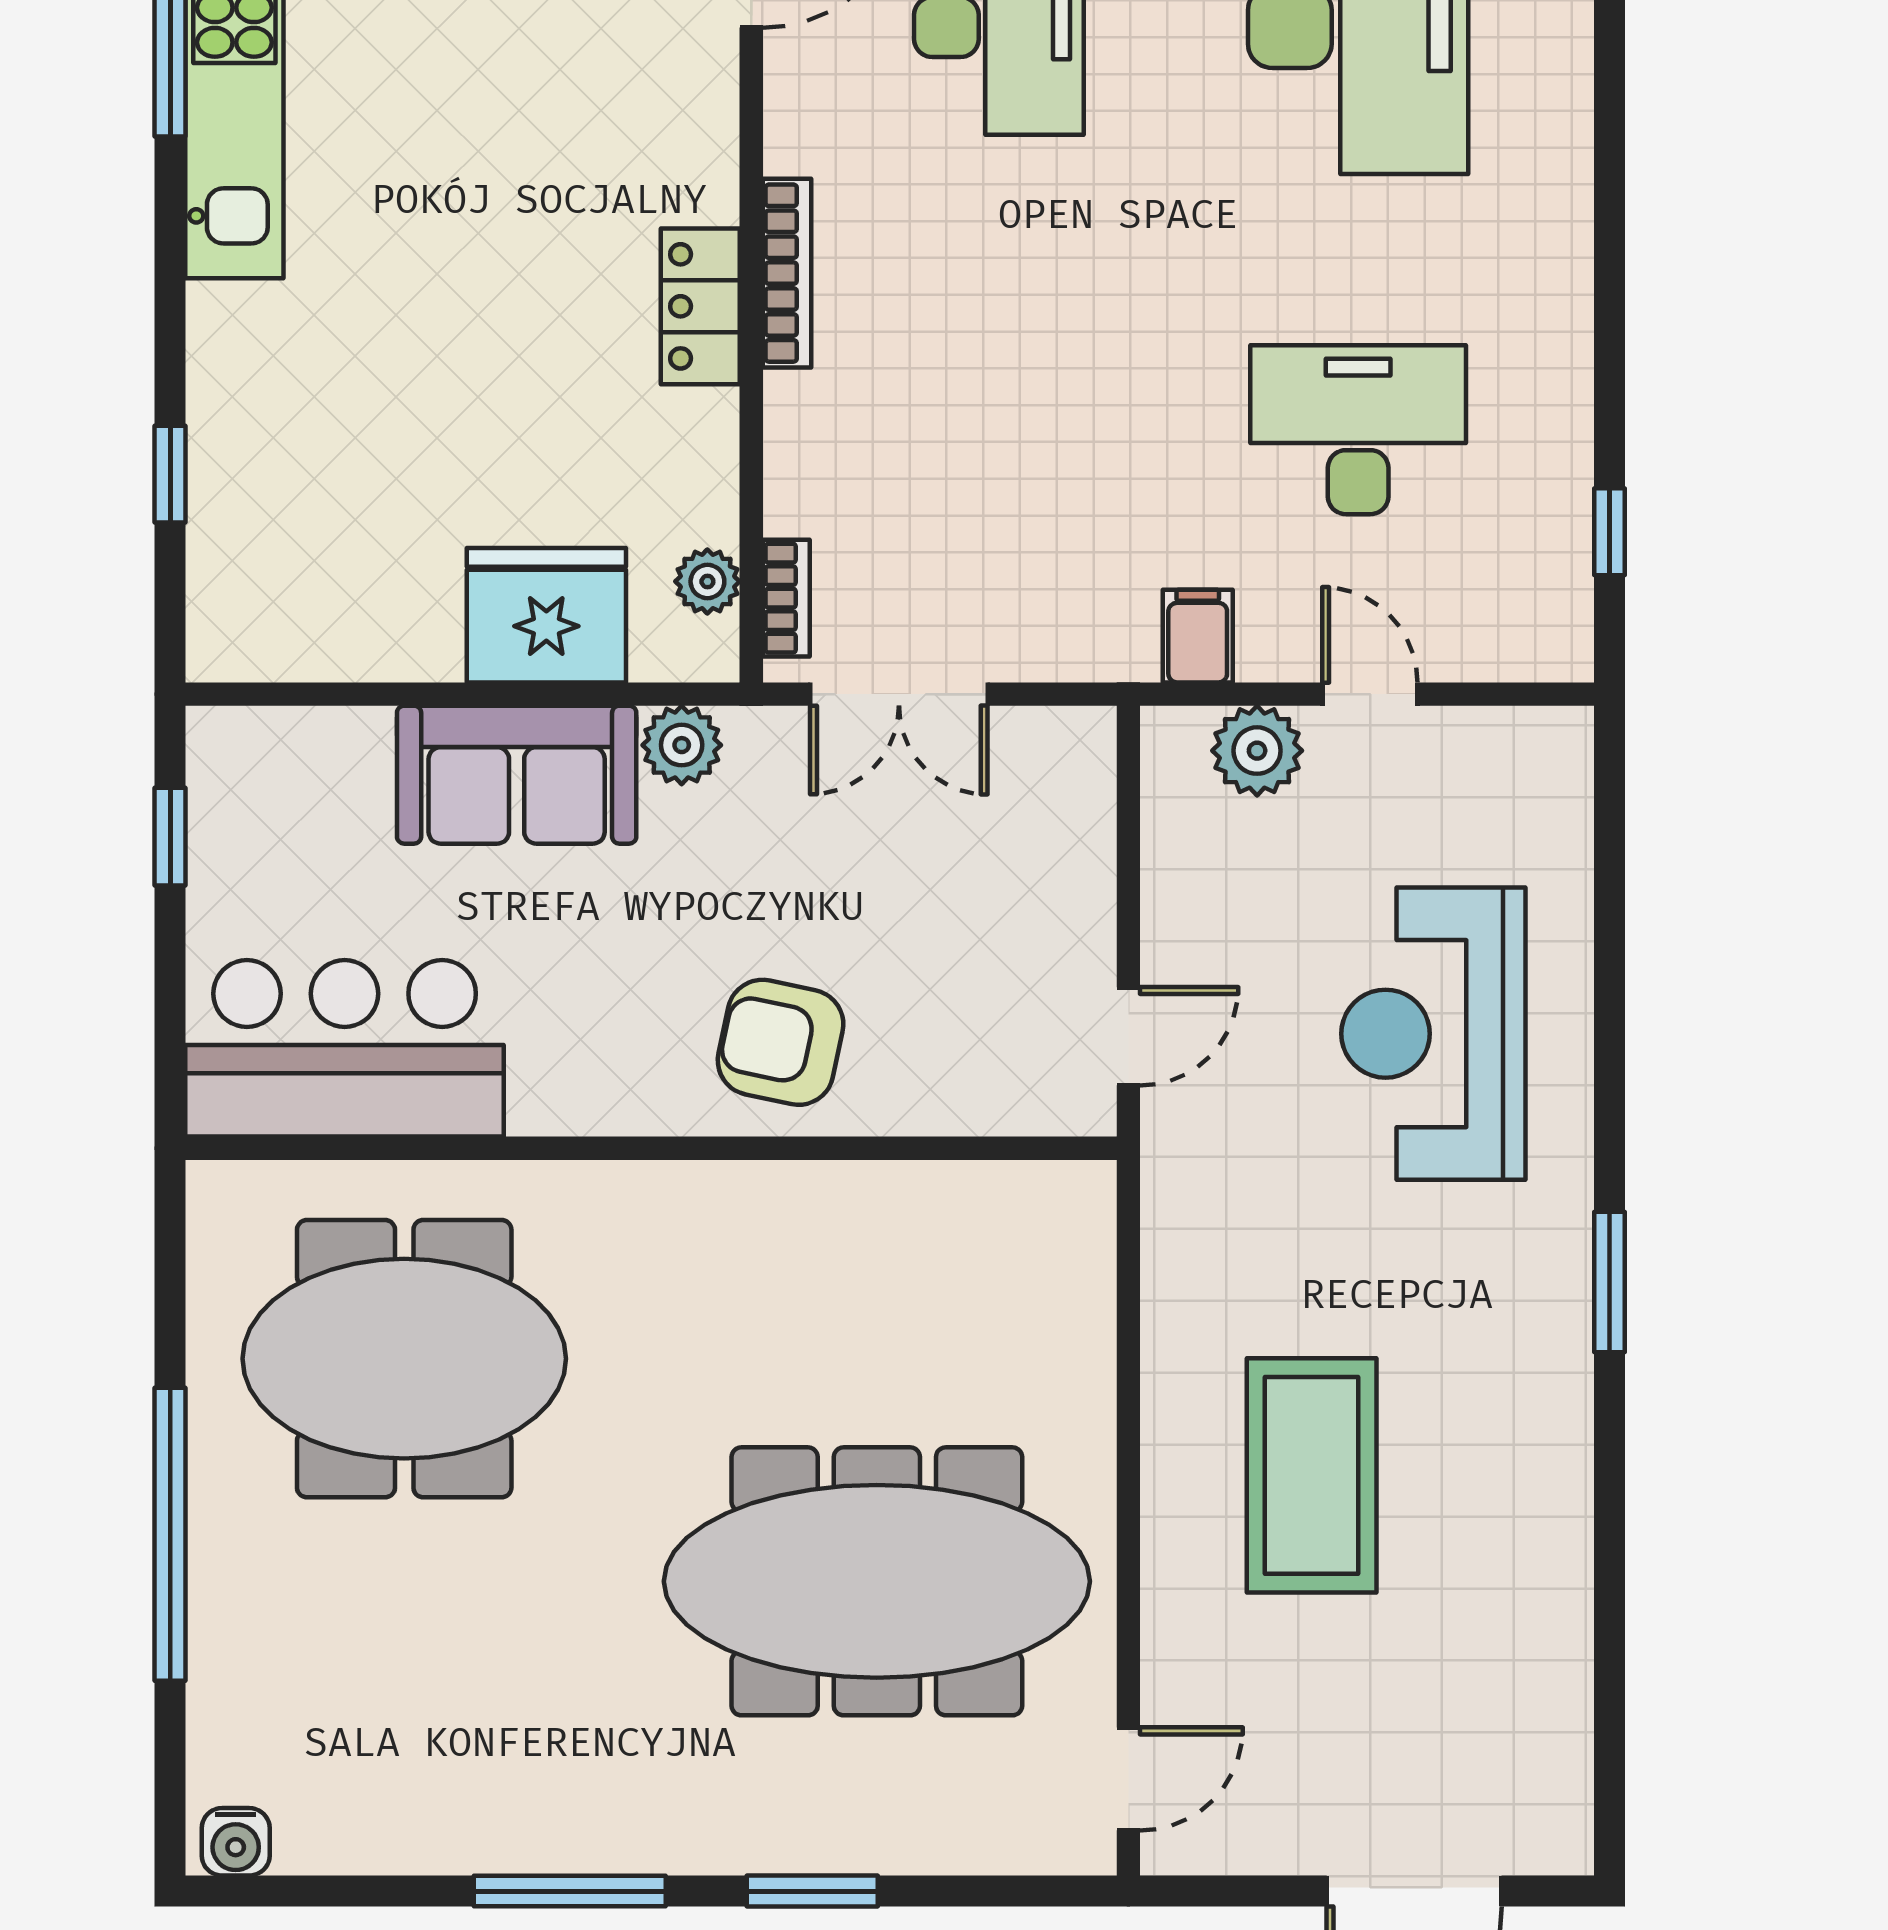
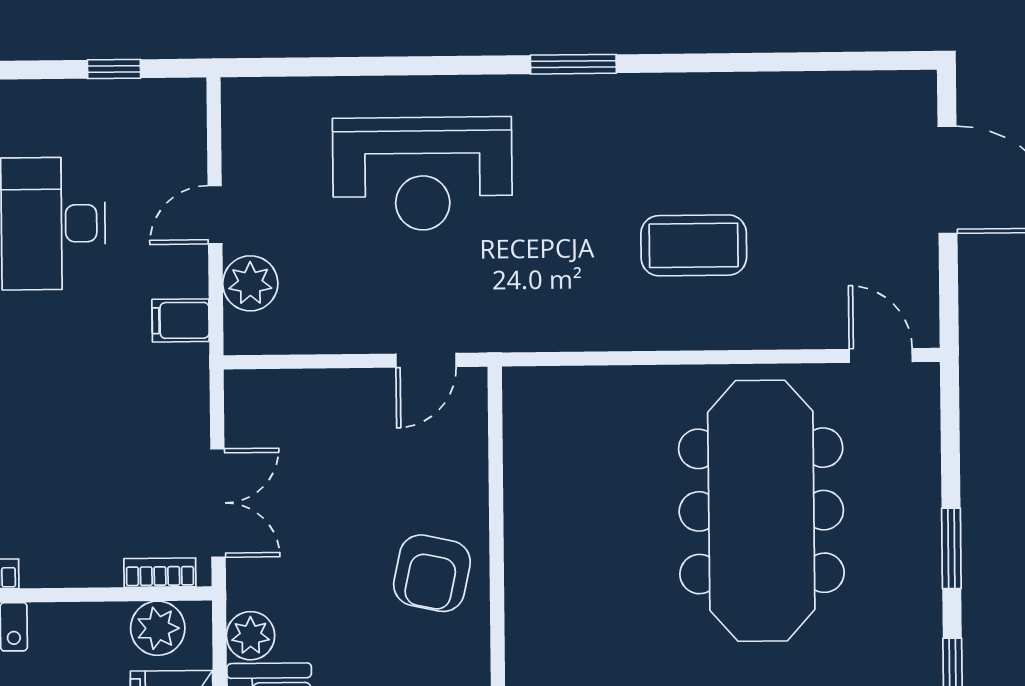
plant: (707, 581) -> (158, 628), width x1.38, depth x1.38
door: (1128, 1036) -> (426, 360), swing flipped
coffee table: (1312, 1475) -> (694, 245), width x0.73, depth x0.76

